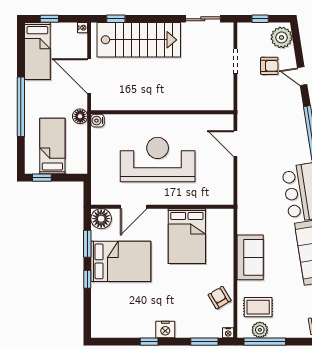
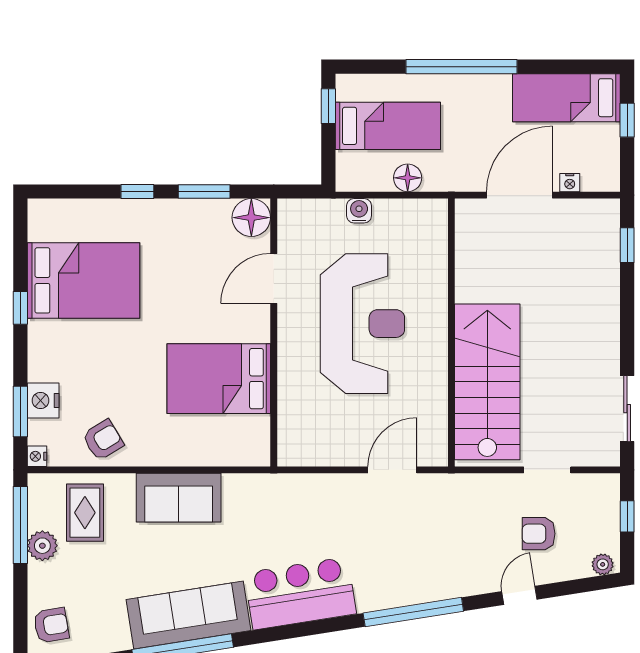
nightstand: (83, 28) -> (570, 183), moved
plant: (282, 37) -> (603, 564), width x0.53, depth x0.53
stairs: (139, 40) -> (487, 382), moved, turned 180
armchair: (269, 66) -> (539, 534), turned 90
floor lamp: (80, 116) -> (408, 178), moved
water cooler: (98, 121) -> (359, 211), moved
door: (134, 207) -> (274, 278), hinge flipped
bed: (121, 261) -> (83, 280), moved, turned -90
nightstand: (165, 329) -> (43, 401), moved
plant: (260, 330) -> (42, 546), moved

